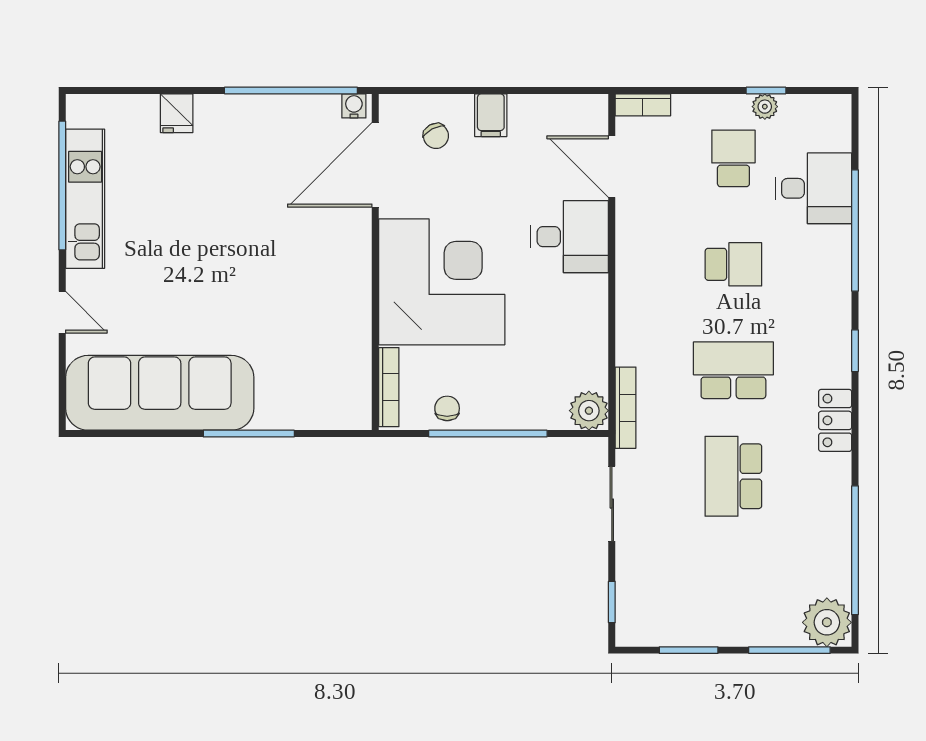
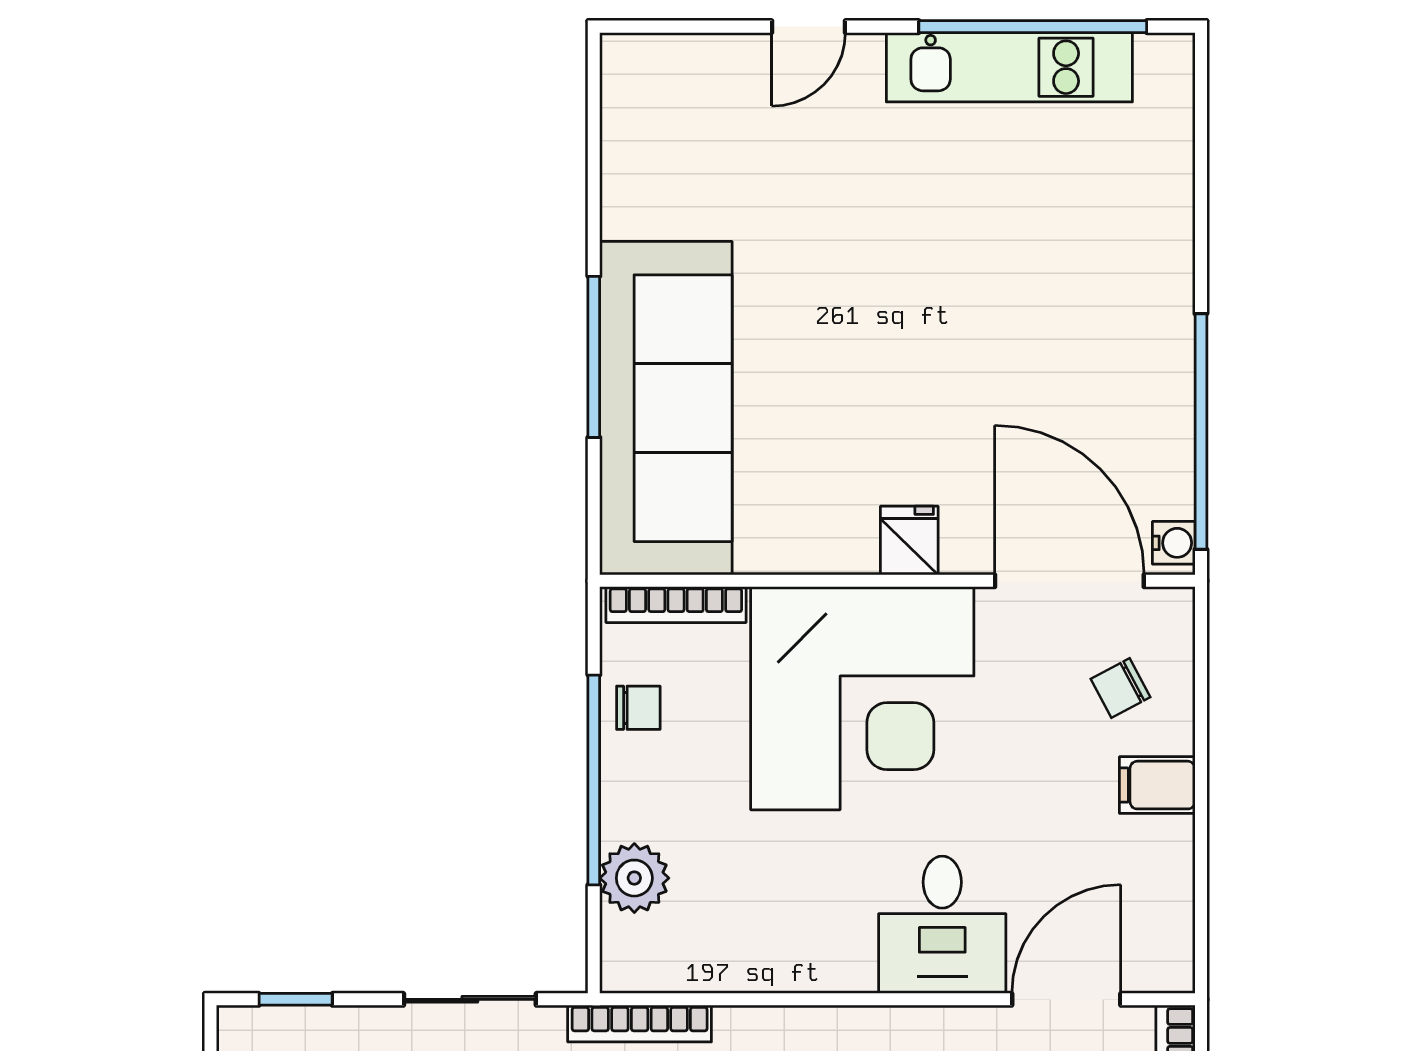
fridge: (177, 113) -> (909, 541), moved, turned 90
sofa: (160, 393) -> (666, 408), moved
plant: (589, 411) -> (634, 878), moved

